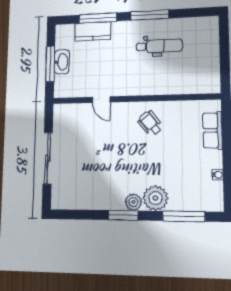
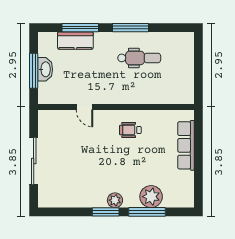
wheelchair: (150, 123) -> (130, 130), turned -50
row of seats: (212, 130) -> (186, 145), width x1.48
water cooler: (218, 175) -> (189, 176), removed
plant: (155, 198) -> (151, 197), moved
window: (184, 216) -> (147, 212), moved

